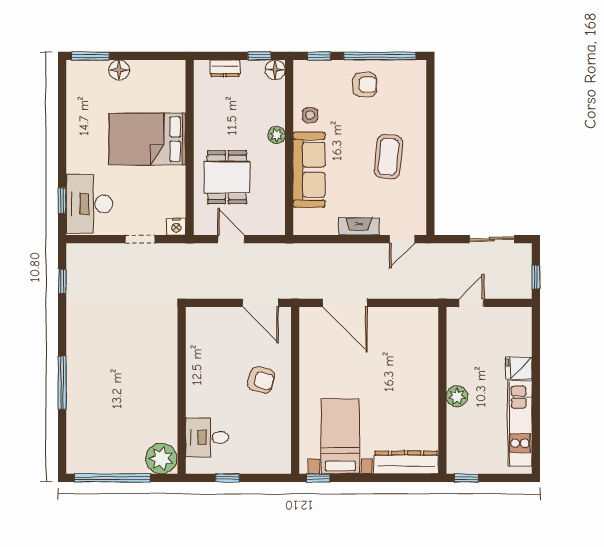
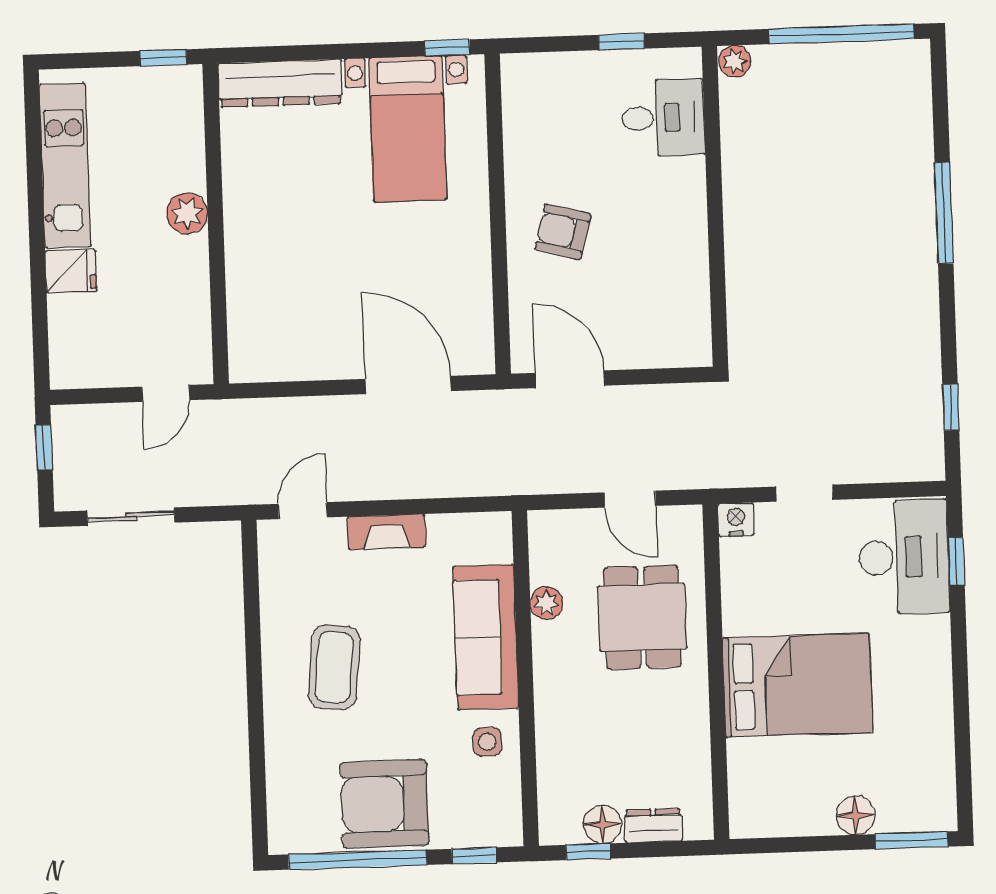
floor lamp: (275, 70) -> (603, 824), moved
armchair: (365, 85) -> (384, 804), width x1.88, depth x1.88
plant: (277, 135) -> (547, 603), moved
plant: (161, 459) -> (735, 61), width x0.53, depth x0.53

